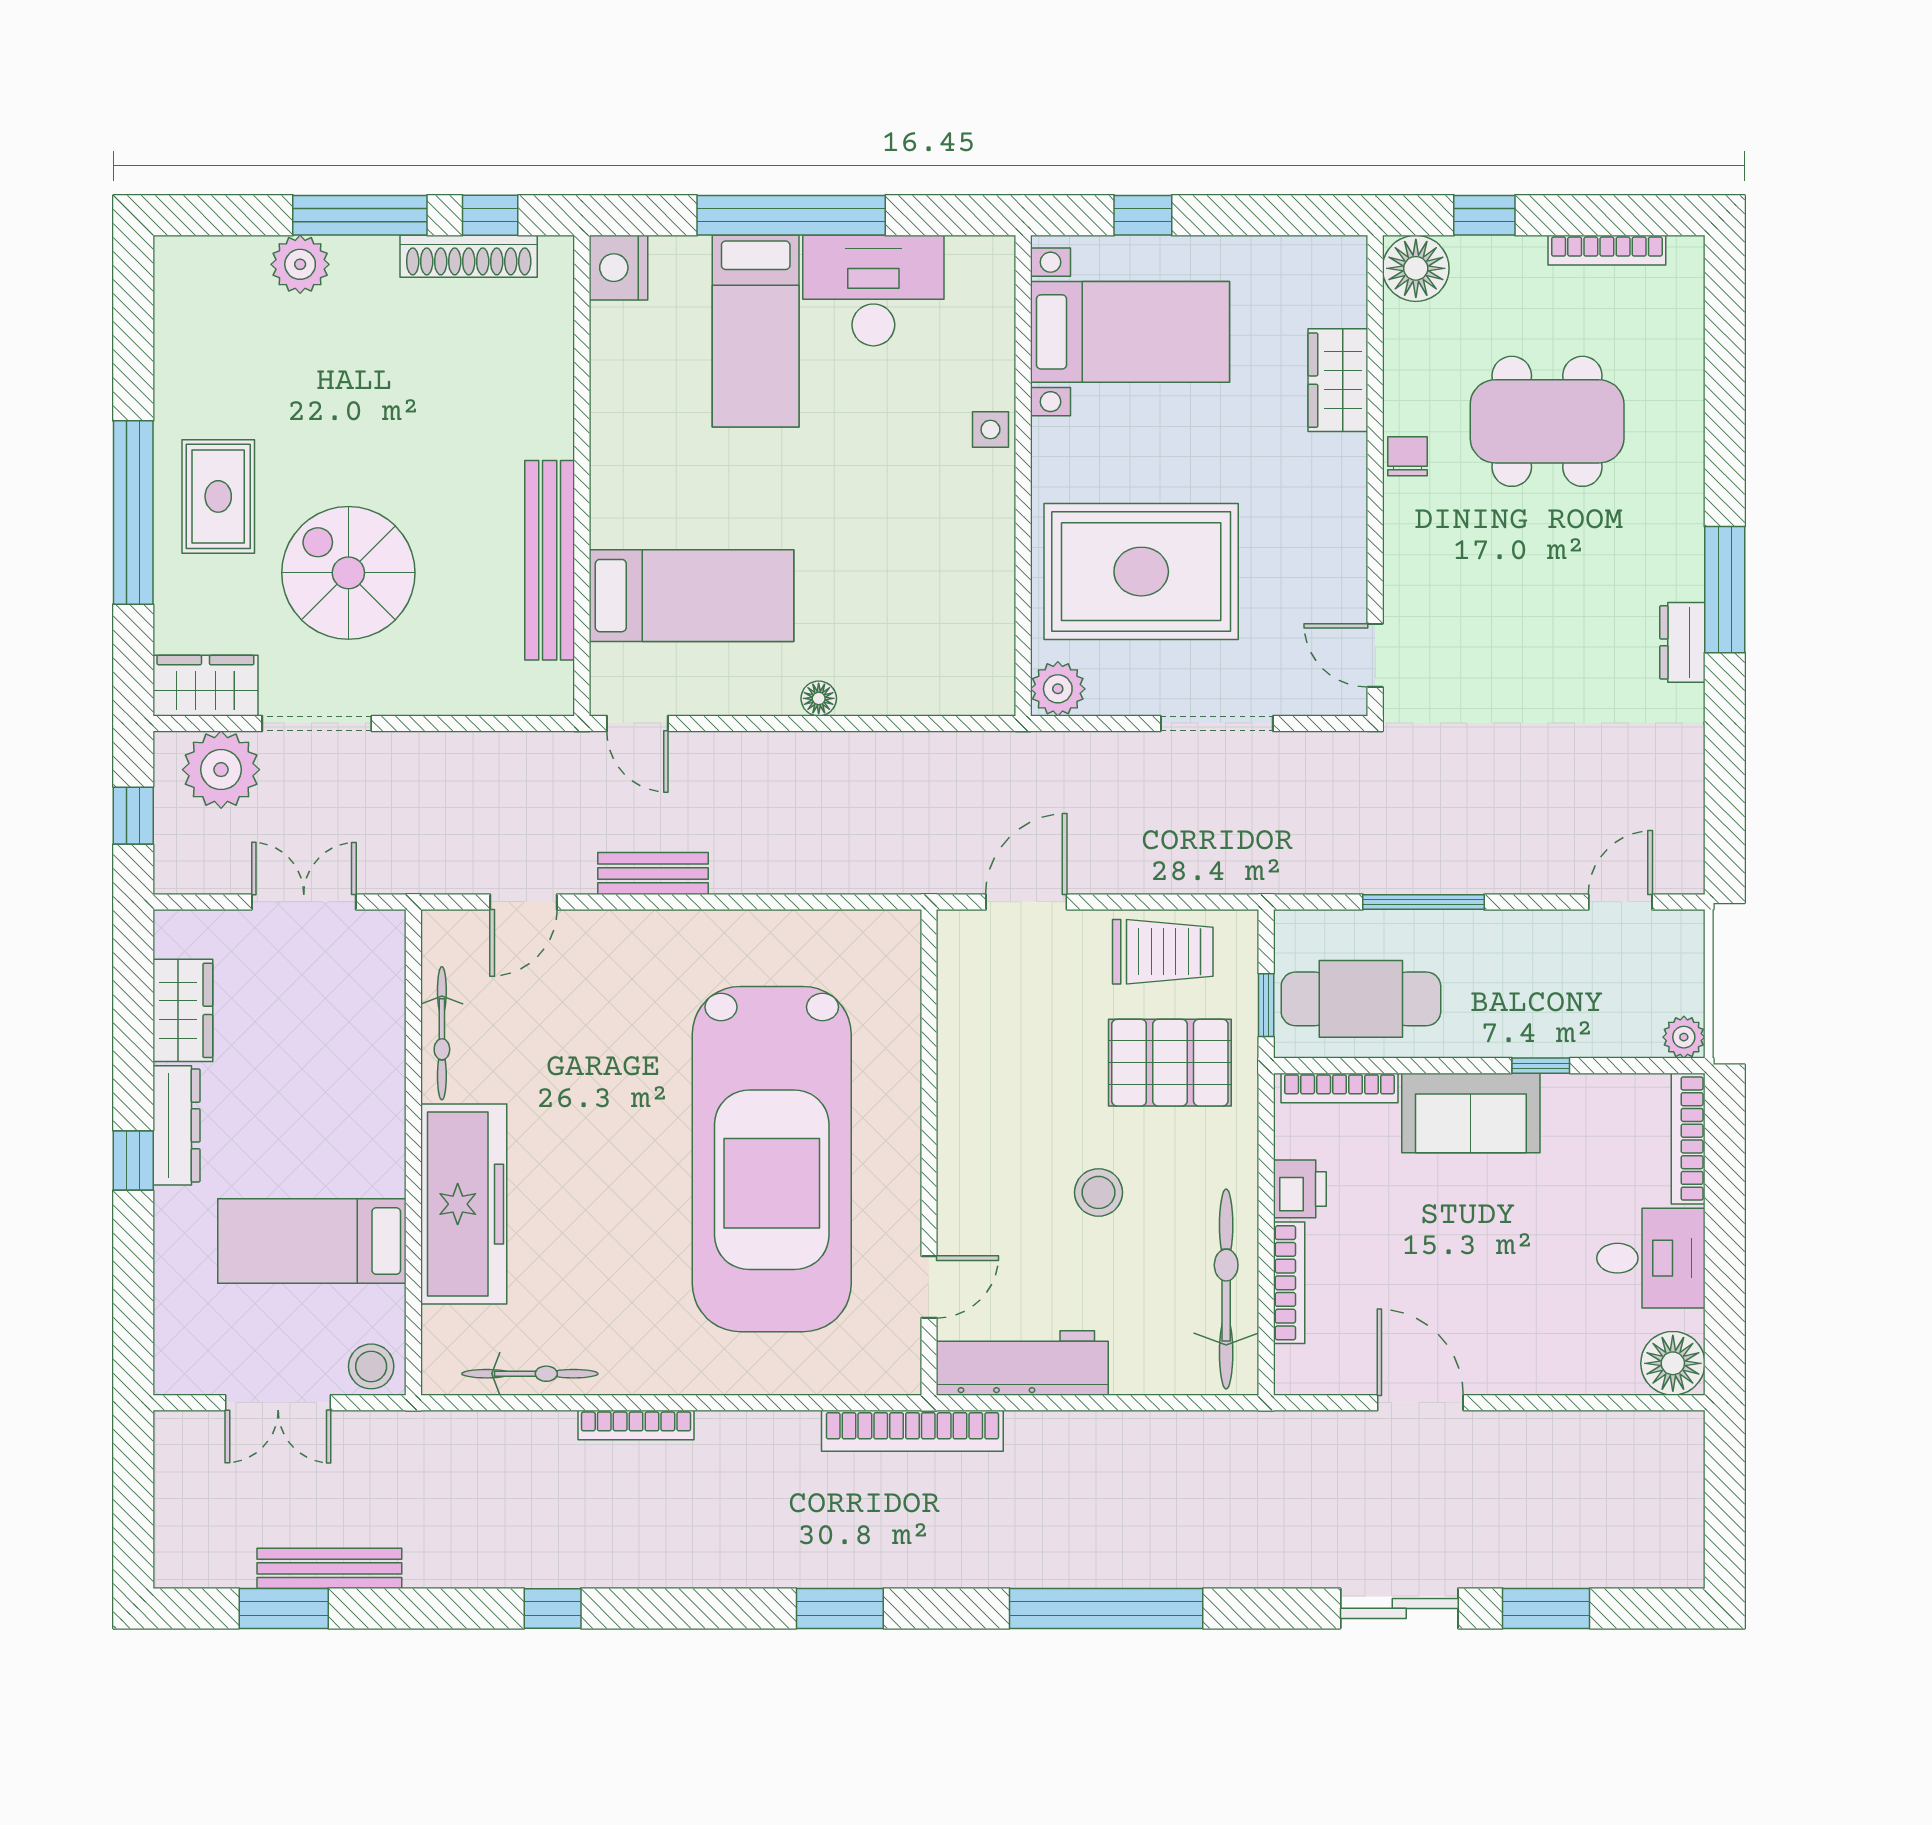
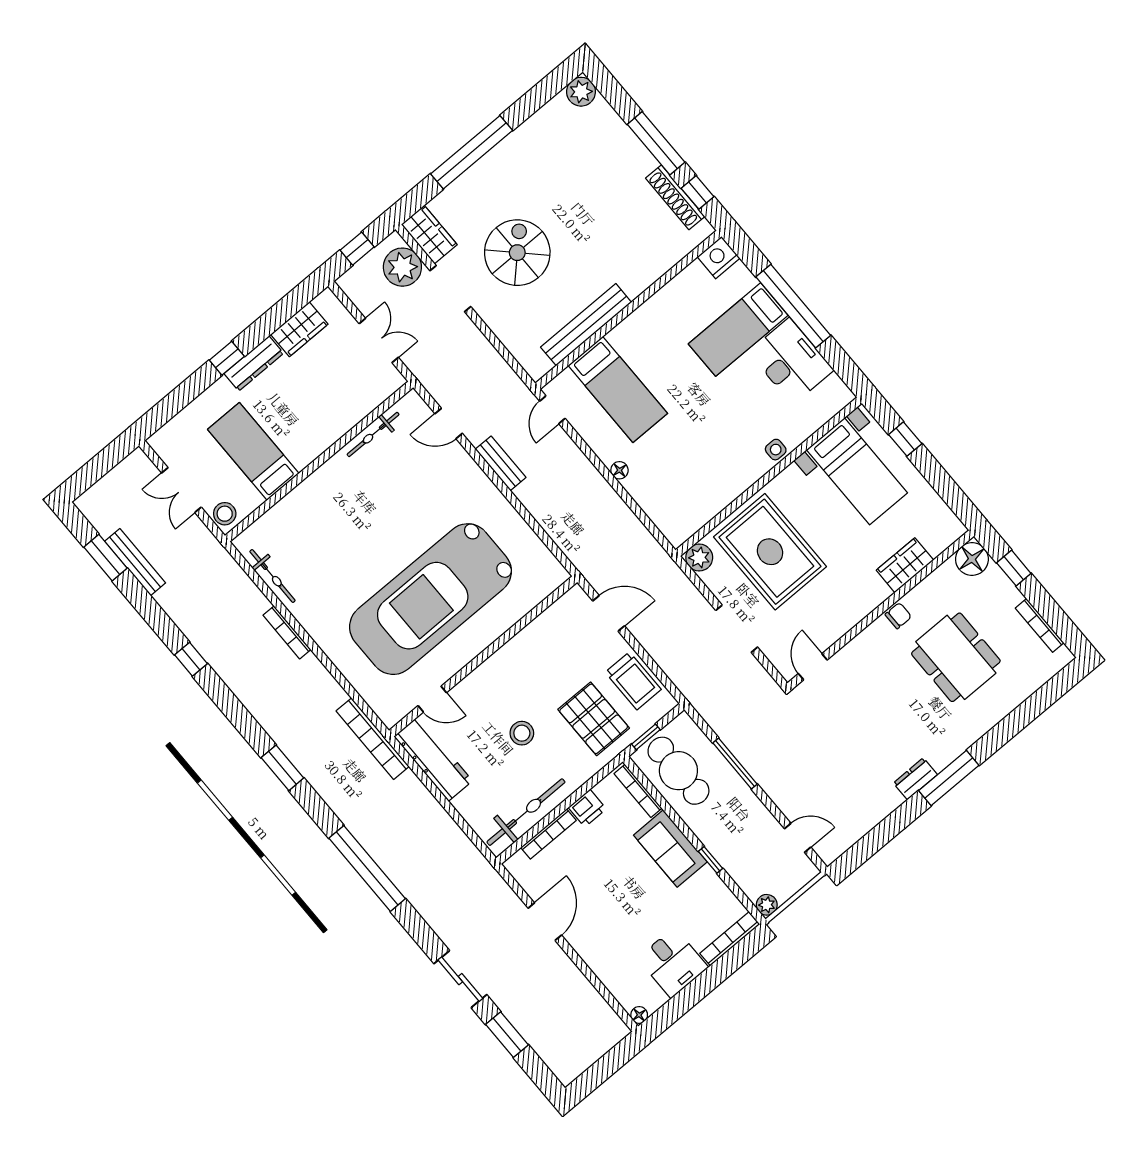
plant: (300, 264) -> (581, 92), moved
rug: (218, 496) -> (505, 179), removed
freezer: (464, 1204) -> (316, 497), removed
floor lamp: (1673, 1363) -> (639, 1015), width x0.53, depth x0.53

